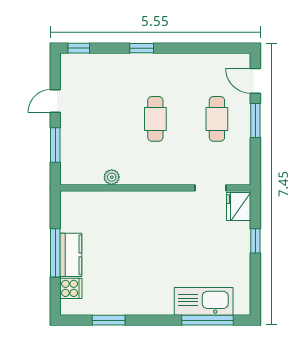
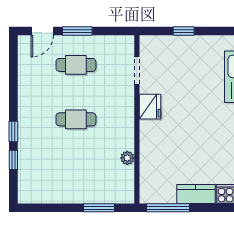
window: (79, 48) -> (13, 160), moved
door: (55, 101) -> (60, 208), removed
fridge: (239, 207) -> (150, 107), moved, turned -90
window: (55, 253) -> (168, 208), moved

